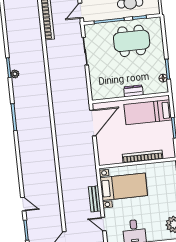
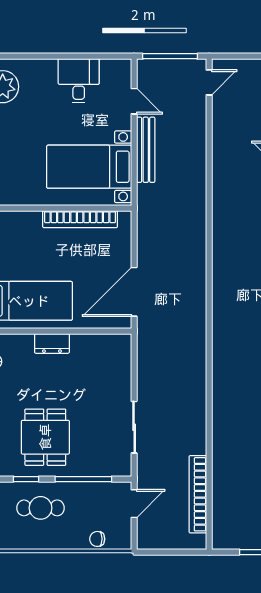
dining table: (132, 41) -> (45, 437), width x0.73
bookcase: (143, 157) -> (80, 219), moved
bench: (95, 199) -> (146, 150), width x1.36

